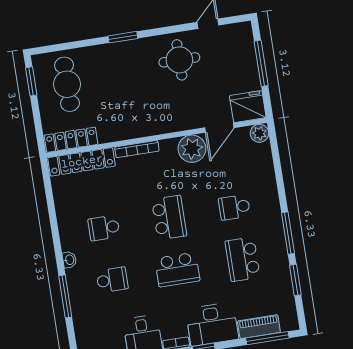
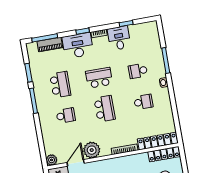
school desk: (169, 218) -> (105, 109), turned 180

